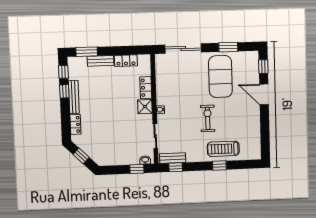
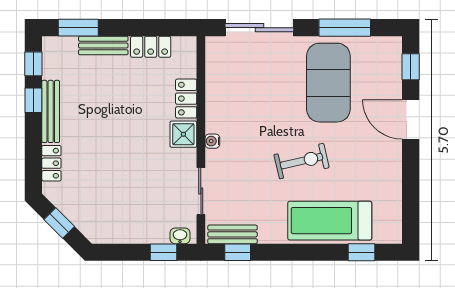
window: (228, 47) -> (345, 28), width x1.44
exercise bike: (208, 118) -> (302, 161), turned 77
treadmill: (223, 149) -> (330, 221), width x1.37, depth x1.38
window: (219, 165) -> (362, 252), moved

